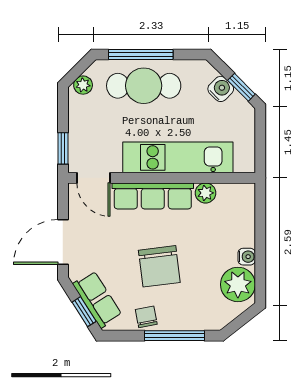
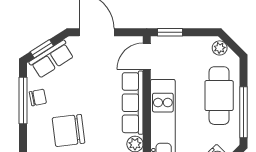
window: (141, 55) -> (243, 112), moved
chair: (159, 266) -> (69, 130), moved
window: (174, 336) -> (23, 101), moved

